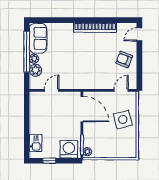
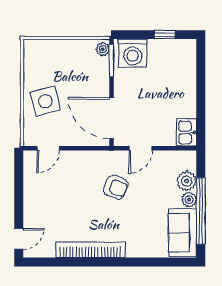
armchair: (124, 59) -> (116, 187), moved
door: (52, 90) -> (141, 148), moved
kitchen sink: (36, 143) -> (186, 132), moved

